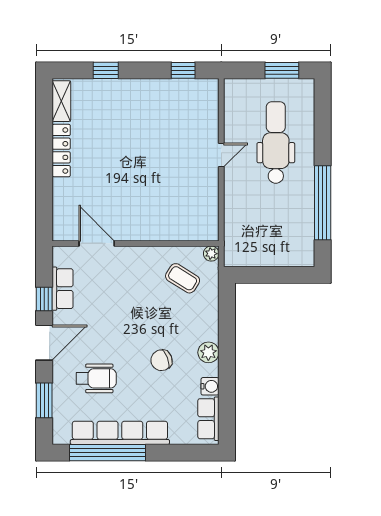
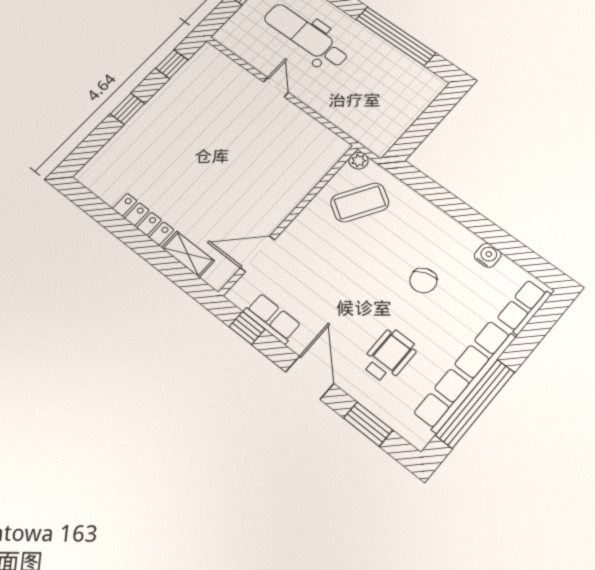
window: (106, 70) -> (127, 109), moved
shelving: (61, 101) -> (188, 254), moved
coffee table: (183, 278) -> (360, 202), width x1.36, depth x1.30
window: (44, 299) -> (247, 328), moved
plant: (208, 352) -> (452, 232), removed
row of seats: (208, 419) -> (524, 307), moved, turned 90

